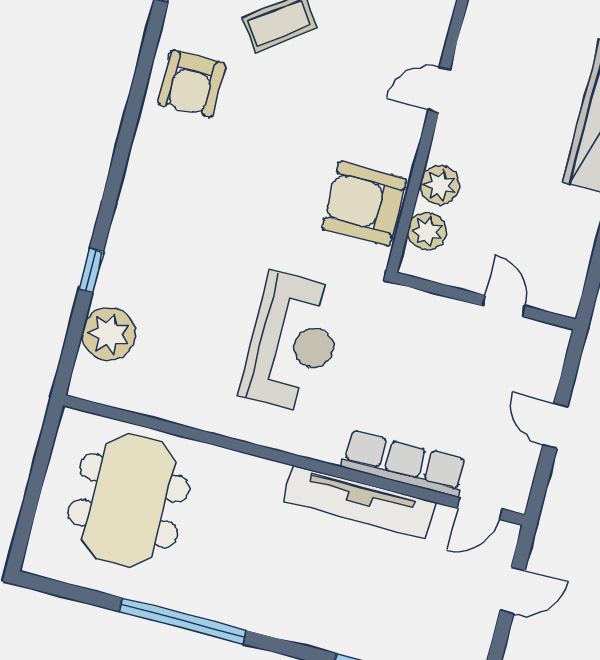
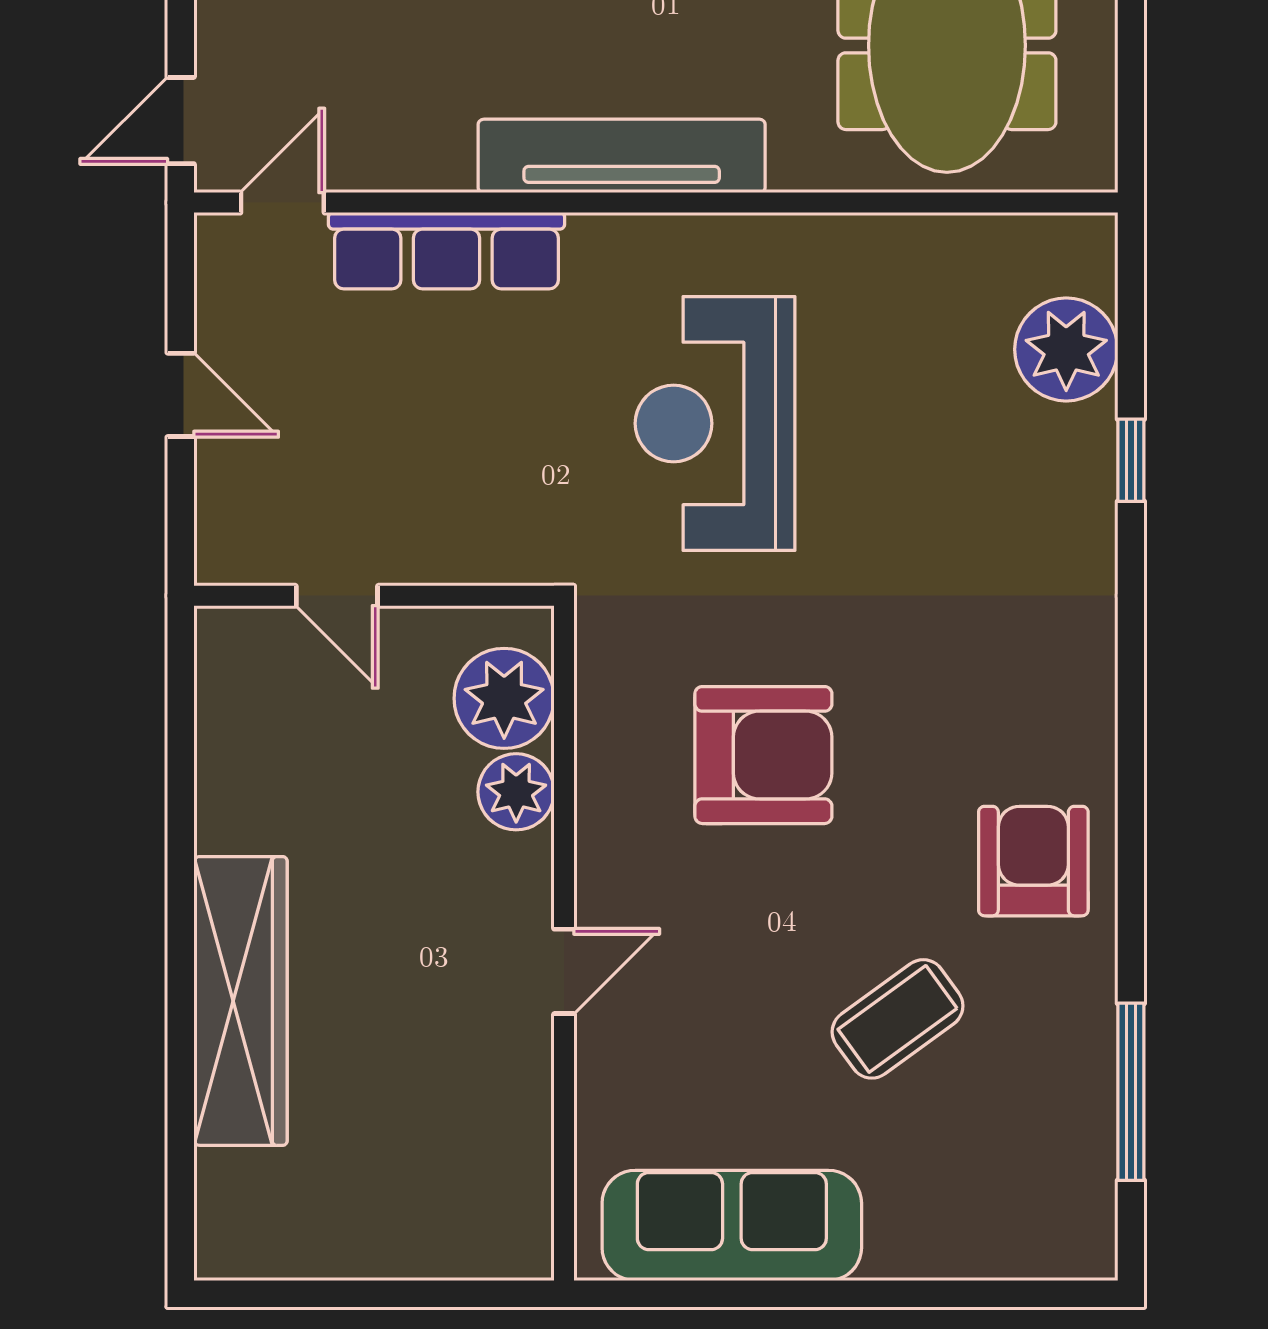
armchair: (364, 204) -> (763, 755), moved
plant: (427, 231) -> (504, 698), width x1.36, depth x1.36
tv unit: (359, 502) -> (622, 156), moved
door: (512, 590) -> (181, 121), moved

